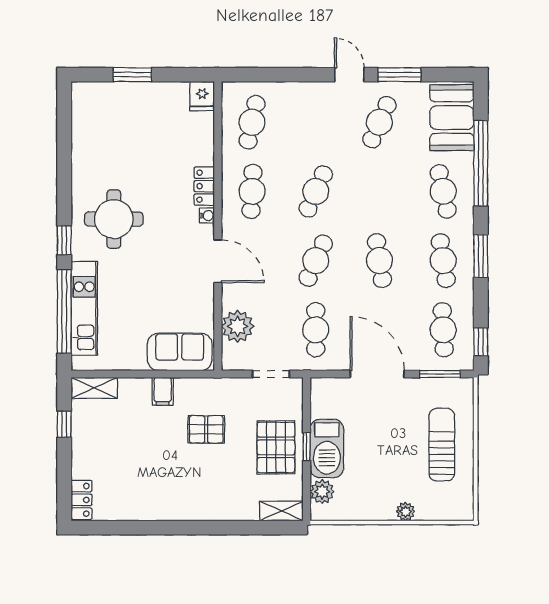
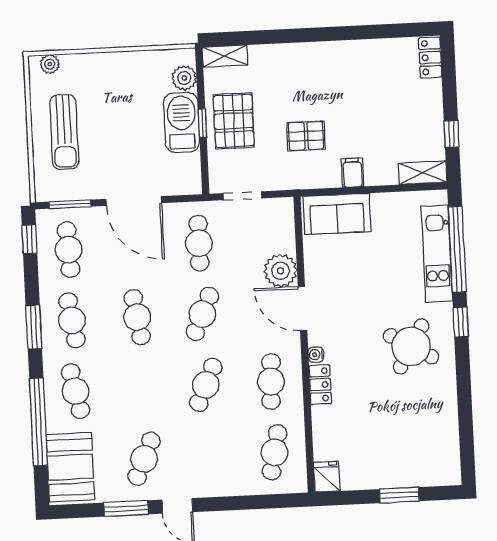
round table: (114, 219) -> (411, 346), turned 30
plant: (237, 326) -> (281, 271), moved
plant: (406, 512) -> (50, 64), moved

